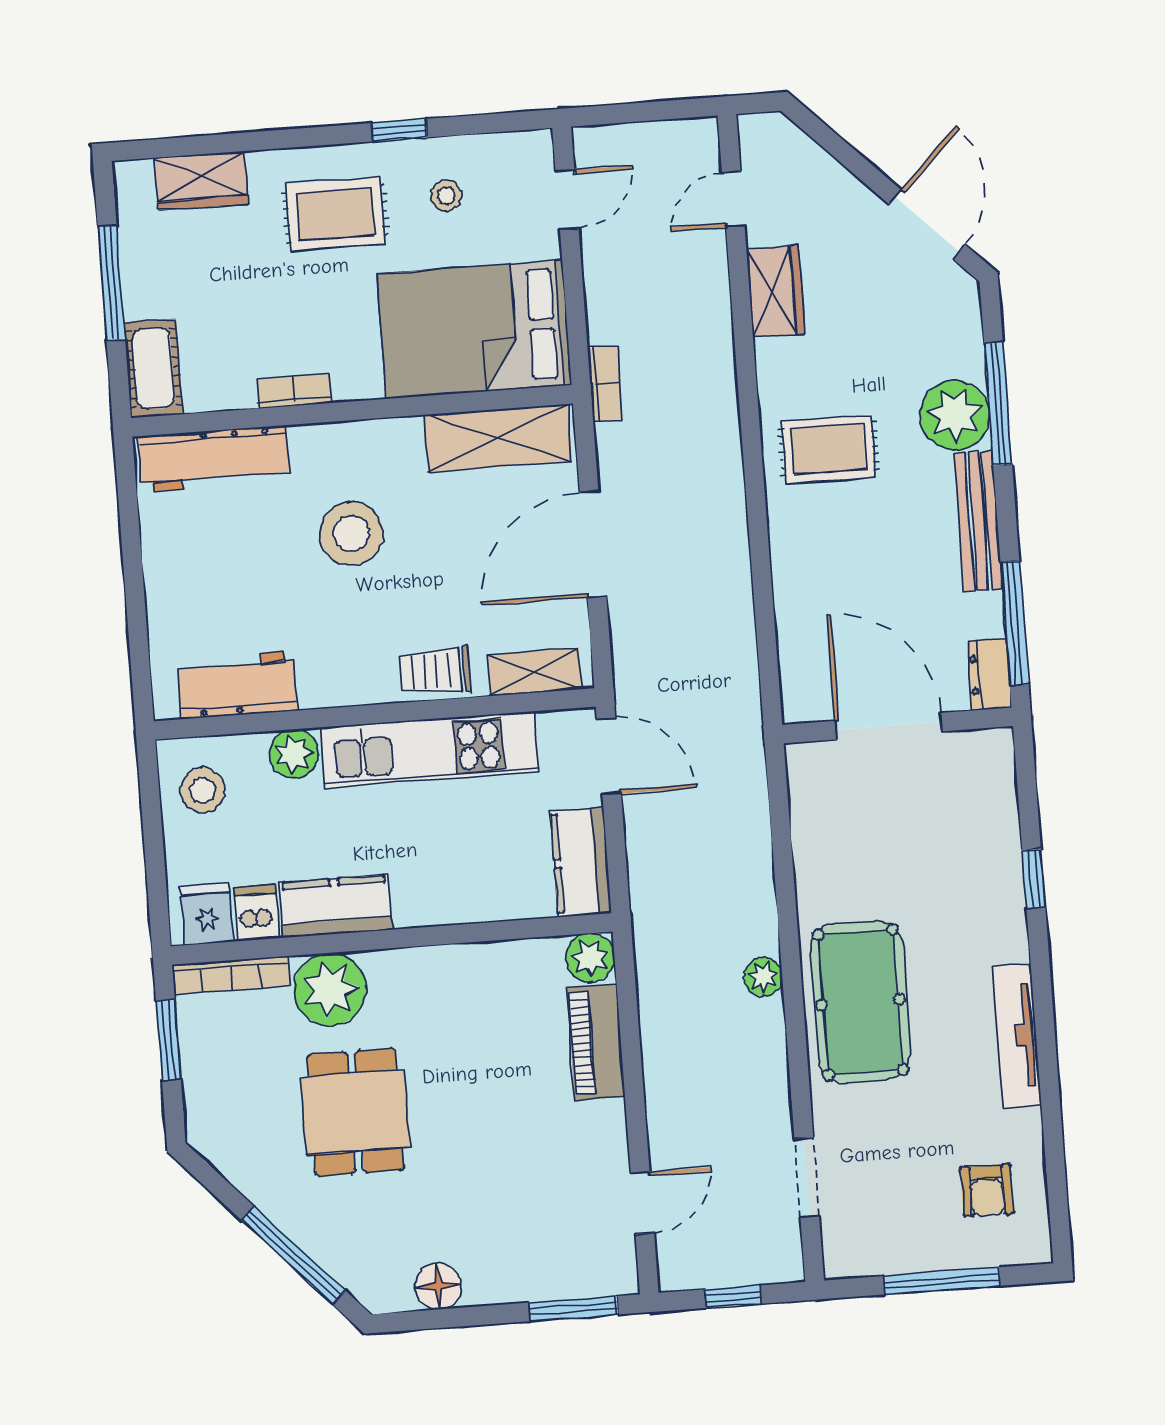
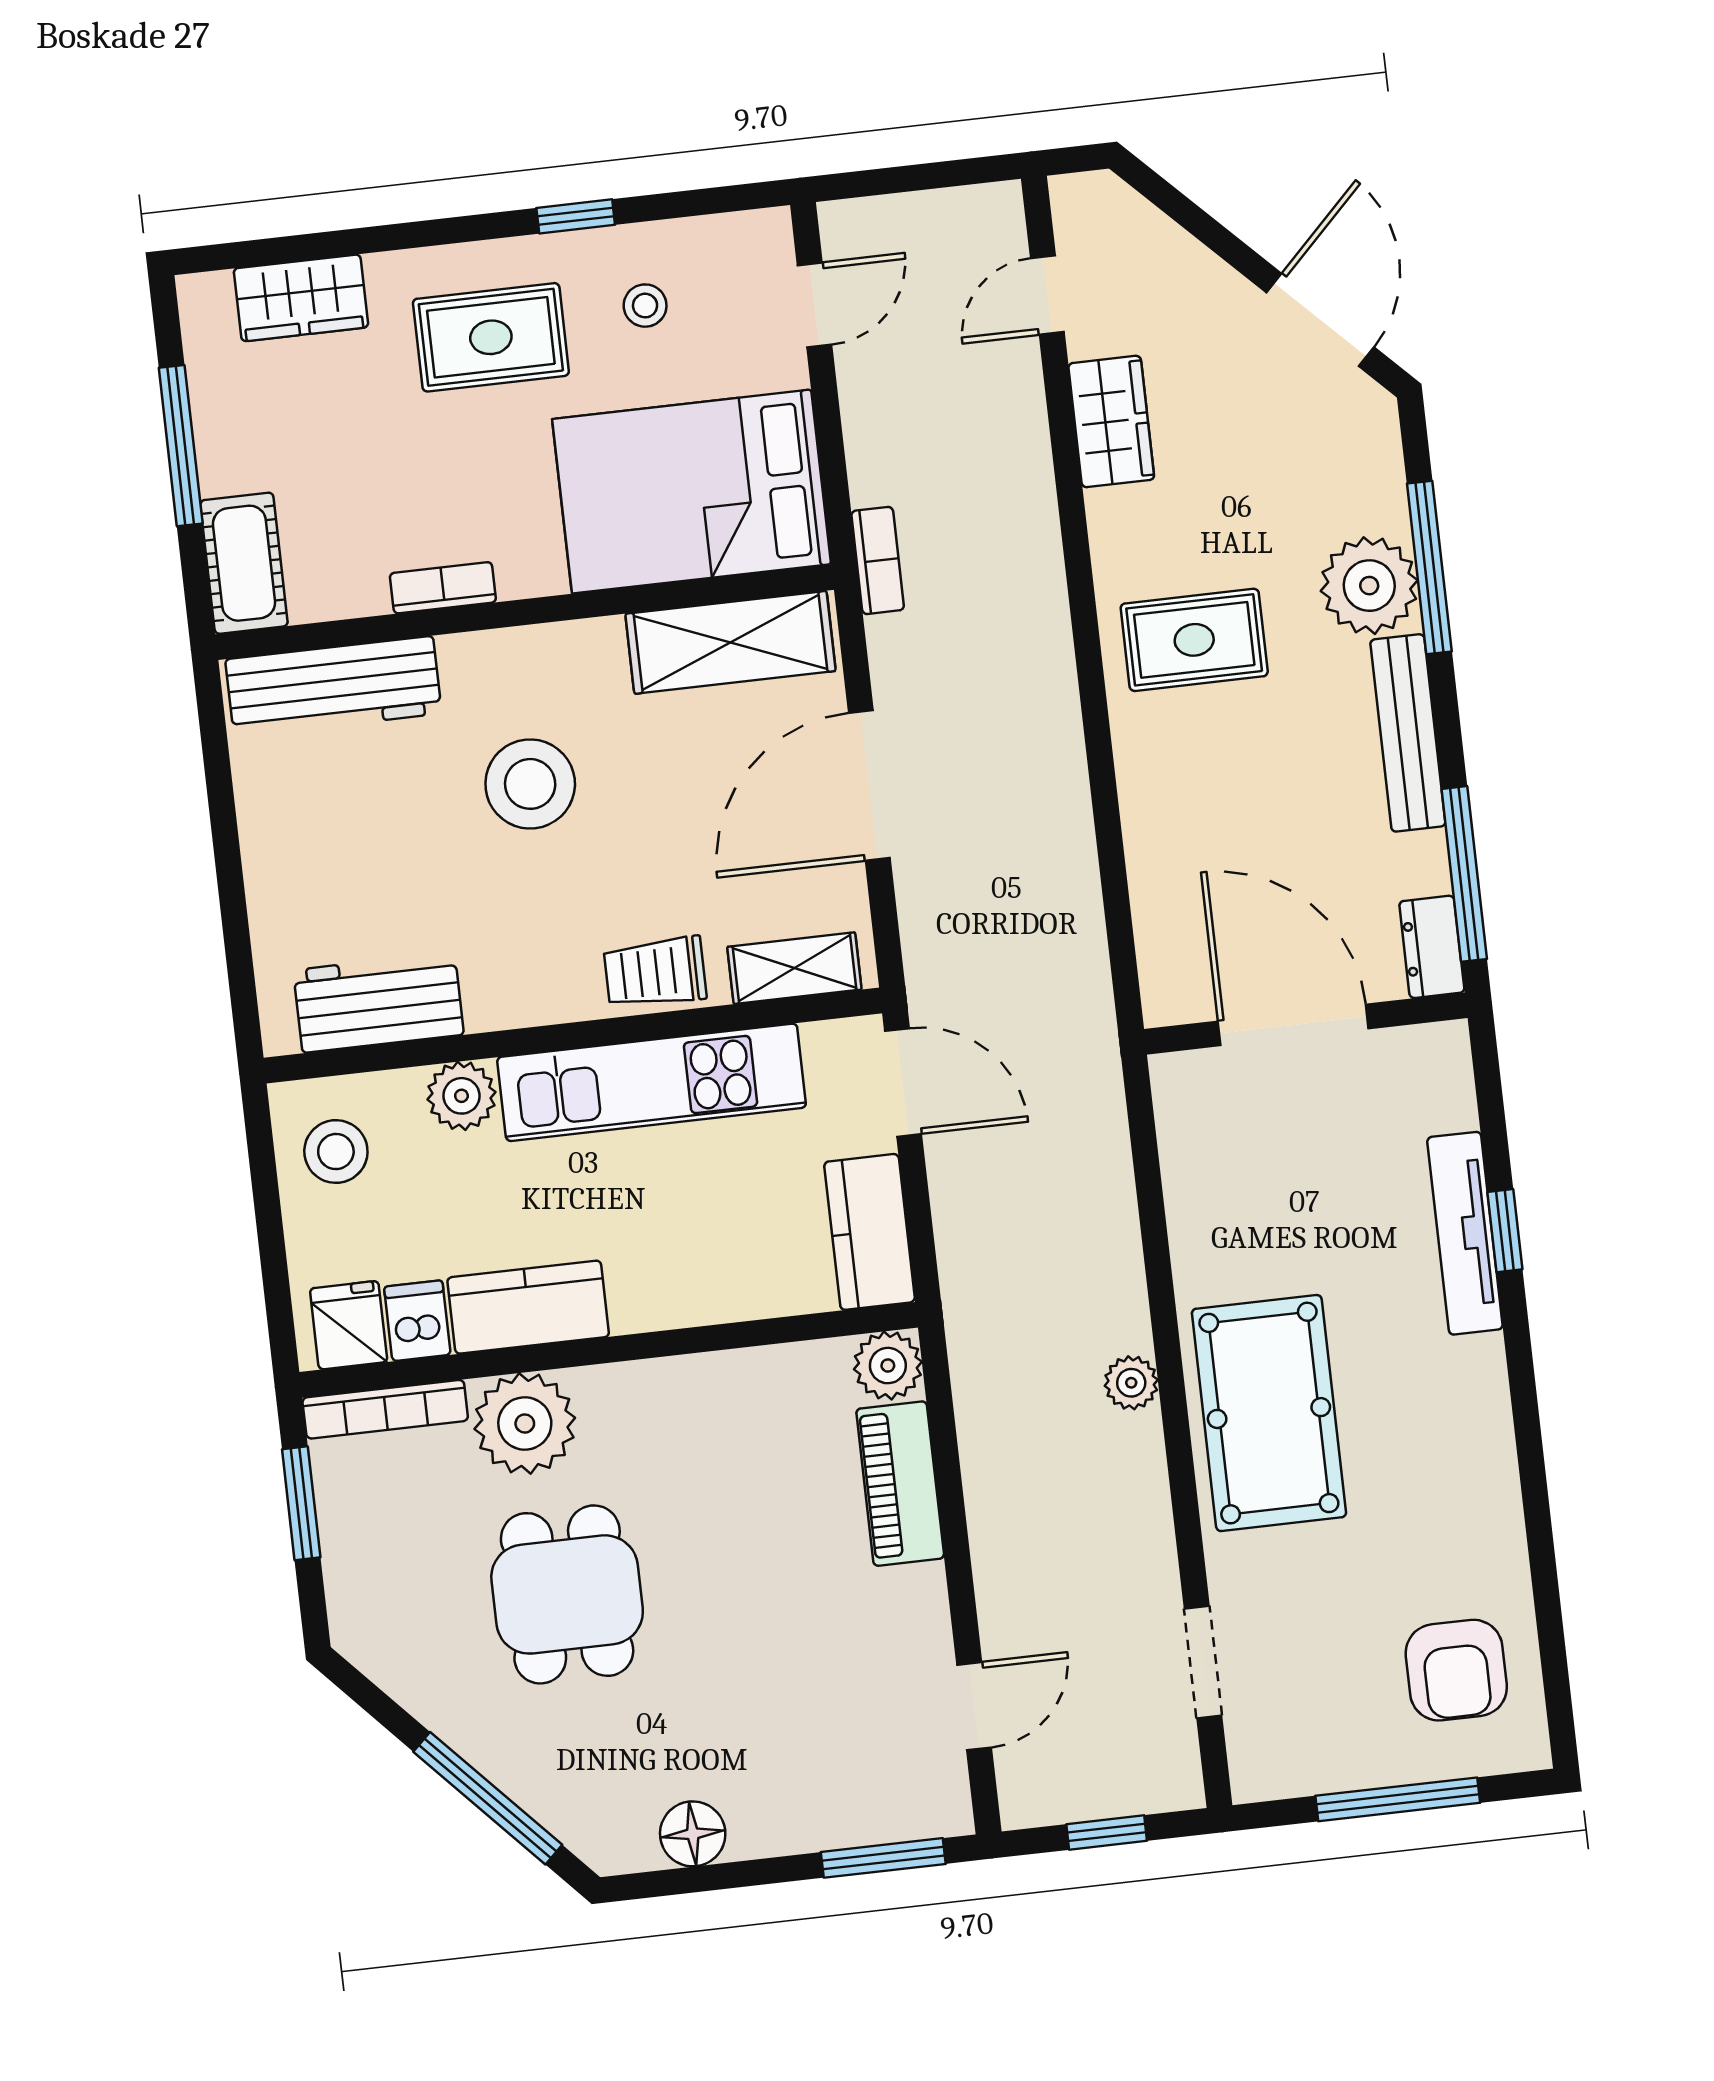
tv unit: (1017, 1036) -> (1465, 1233), moved
armchair: (987, 1190) -> (1456, 1670), width x1.38, depth x1.38

